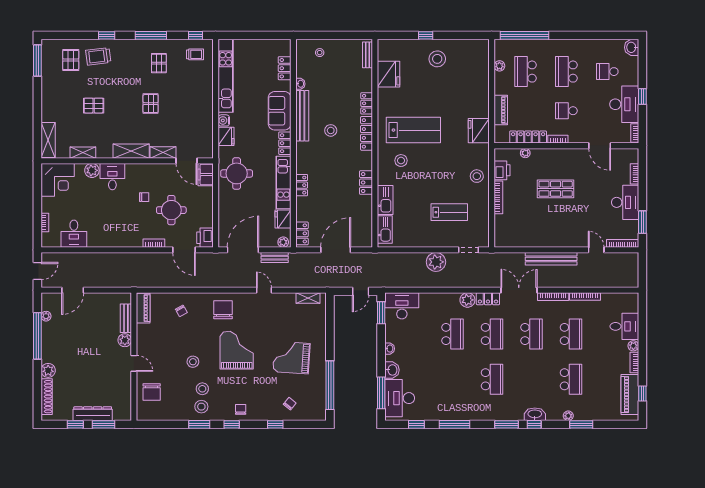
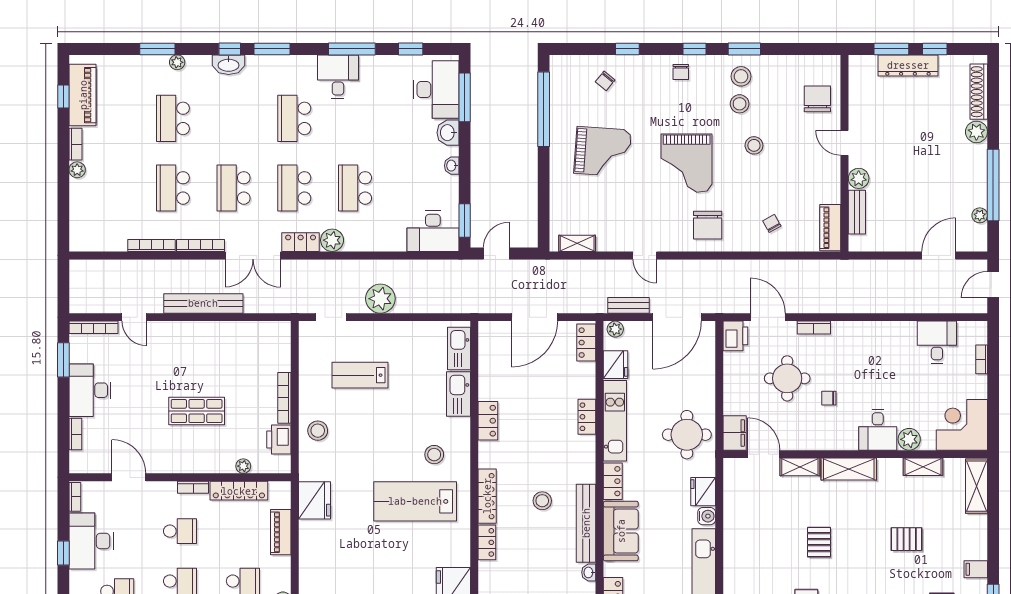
filing cabinet: (49, 86) -> (976, 569), added
desk: (624, 326) -> (338, 77), moved, turned 90

